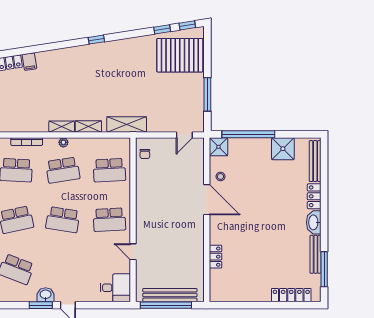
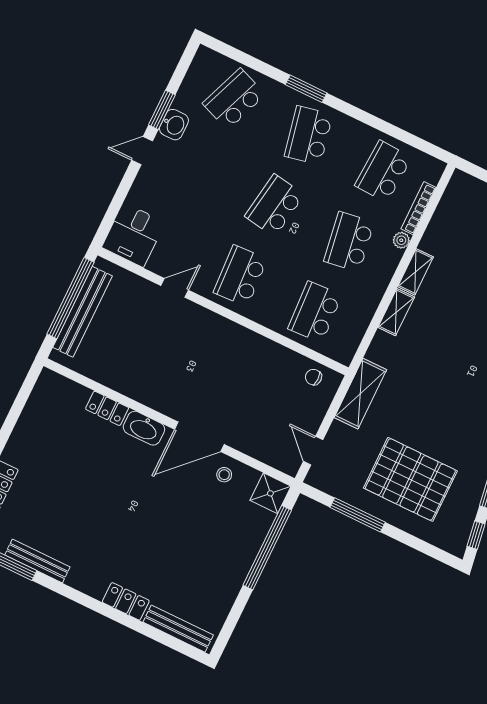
pallet: (180, 55) -> (410, 479), moved, turned 90
shelving: (127, 124) -> (360, 394), moved
plant: (63, 142) -> (401, 240), moved
shower: (283, 149) -> (220, 589), removed
washbasin: (314, 222) -> (144, 428), moved, turned 180

